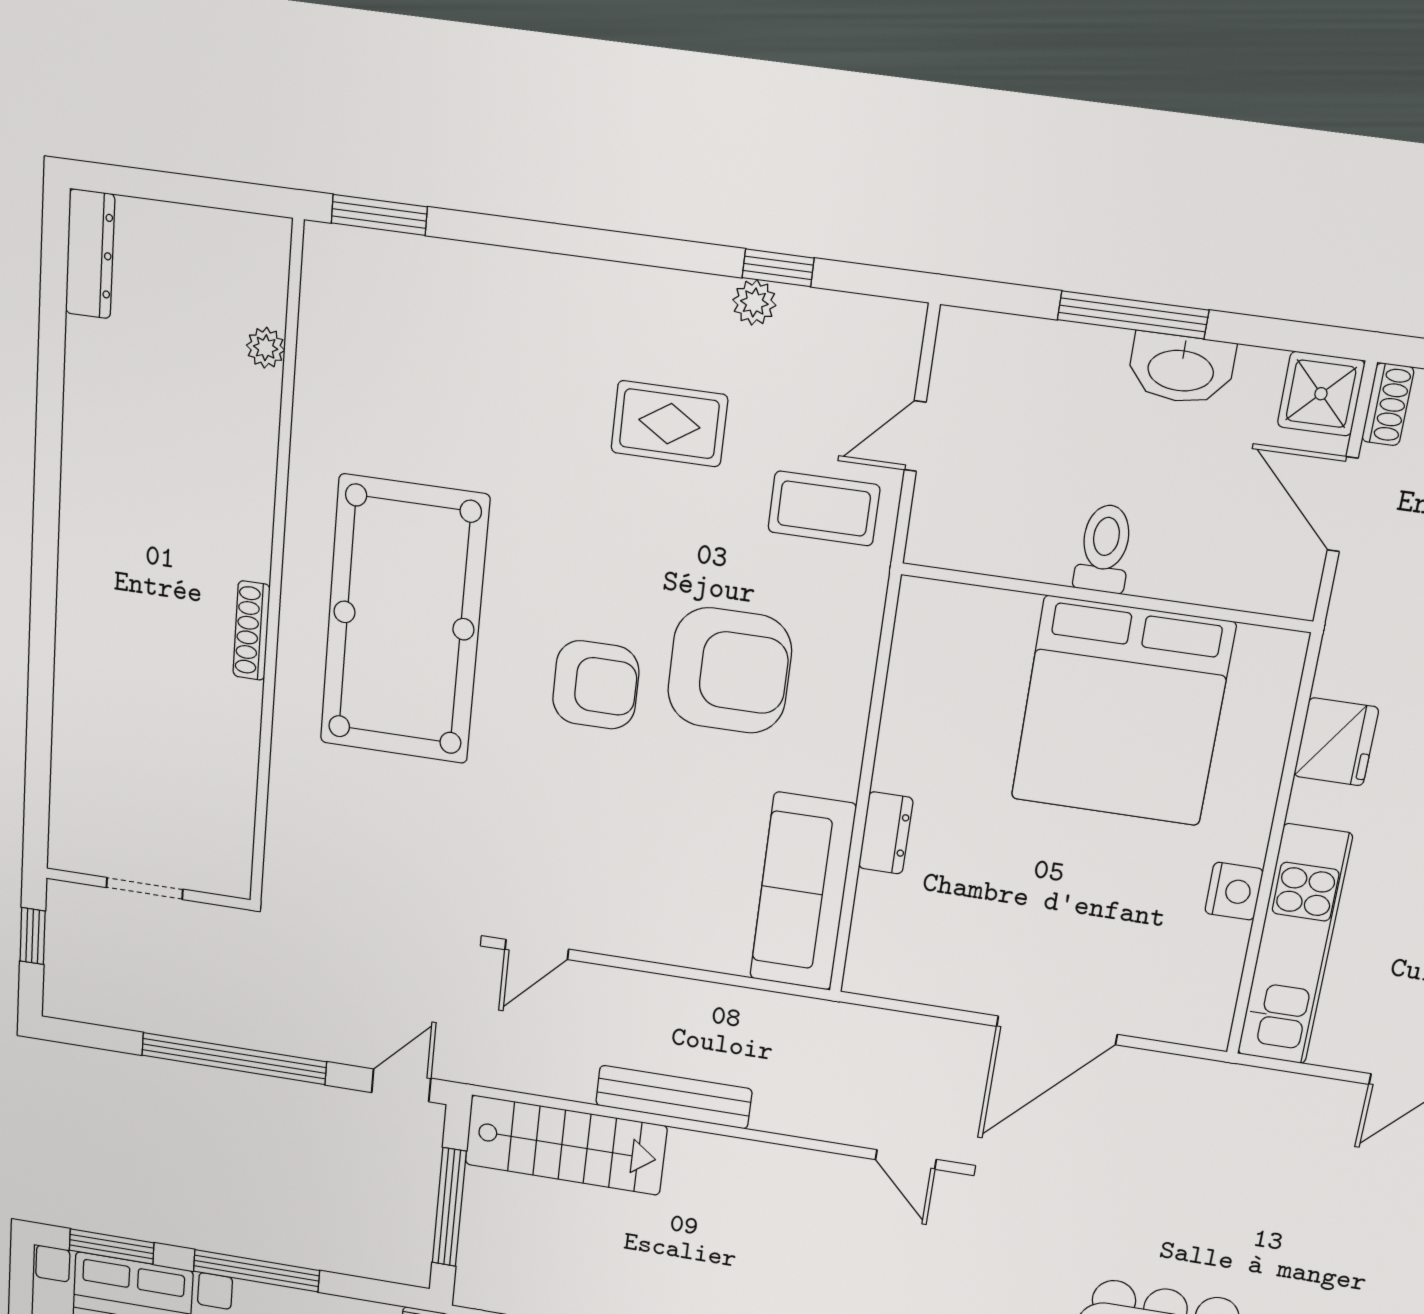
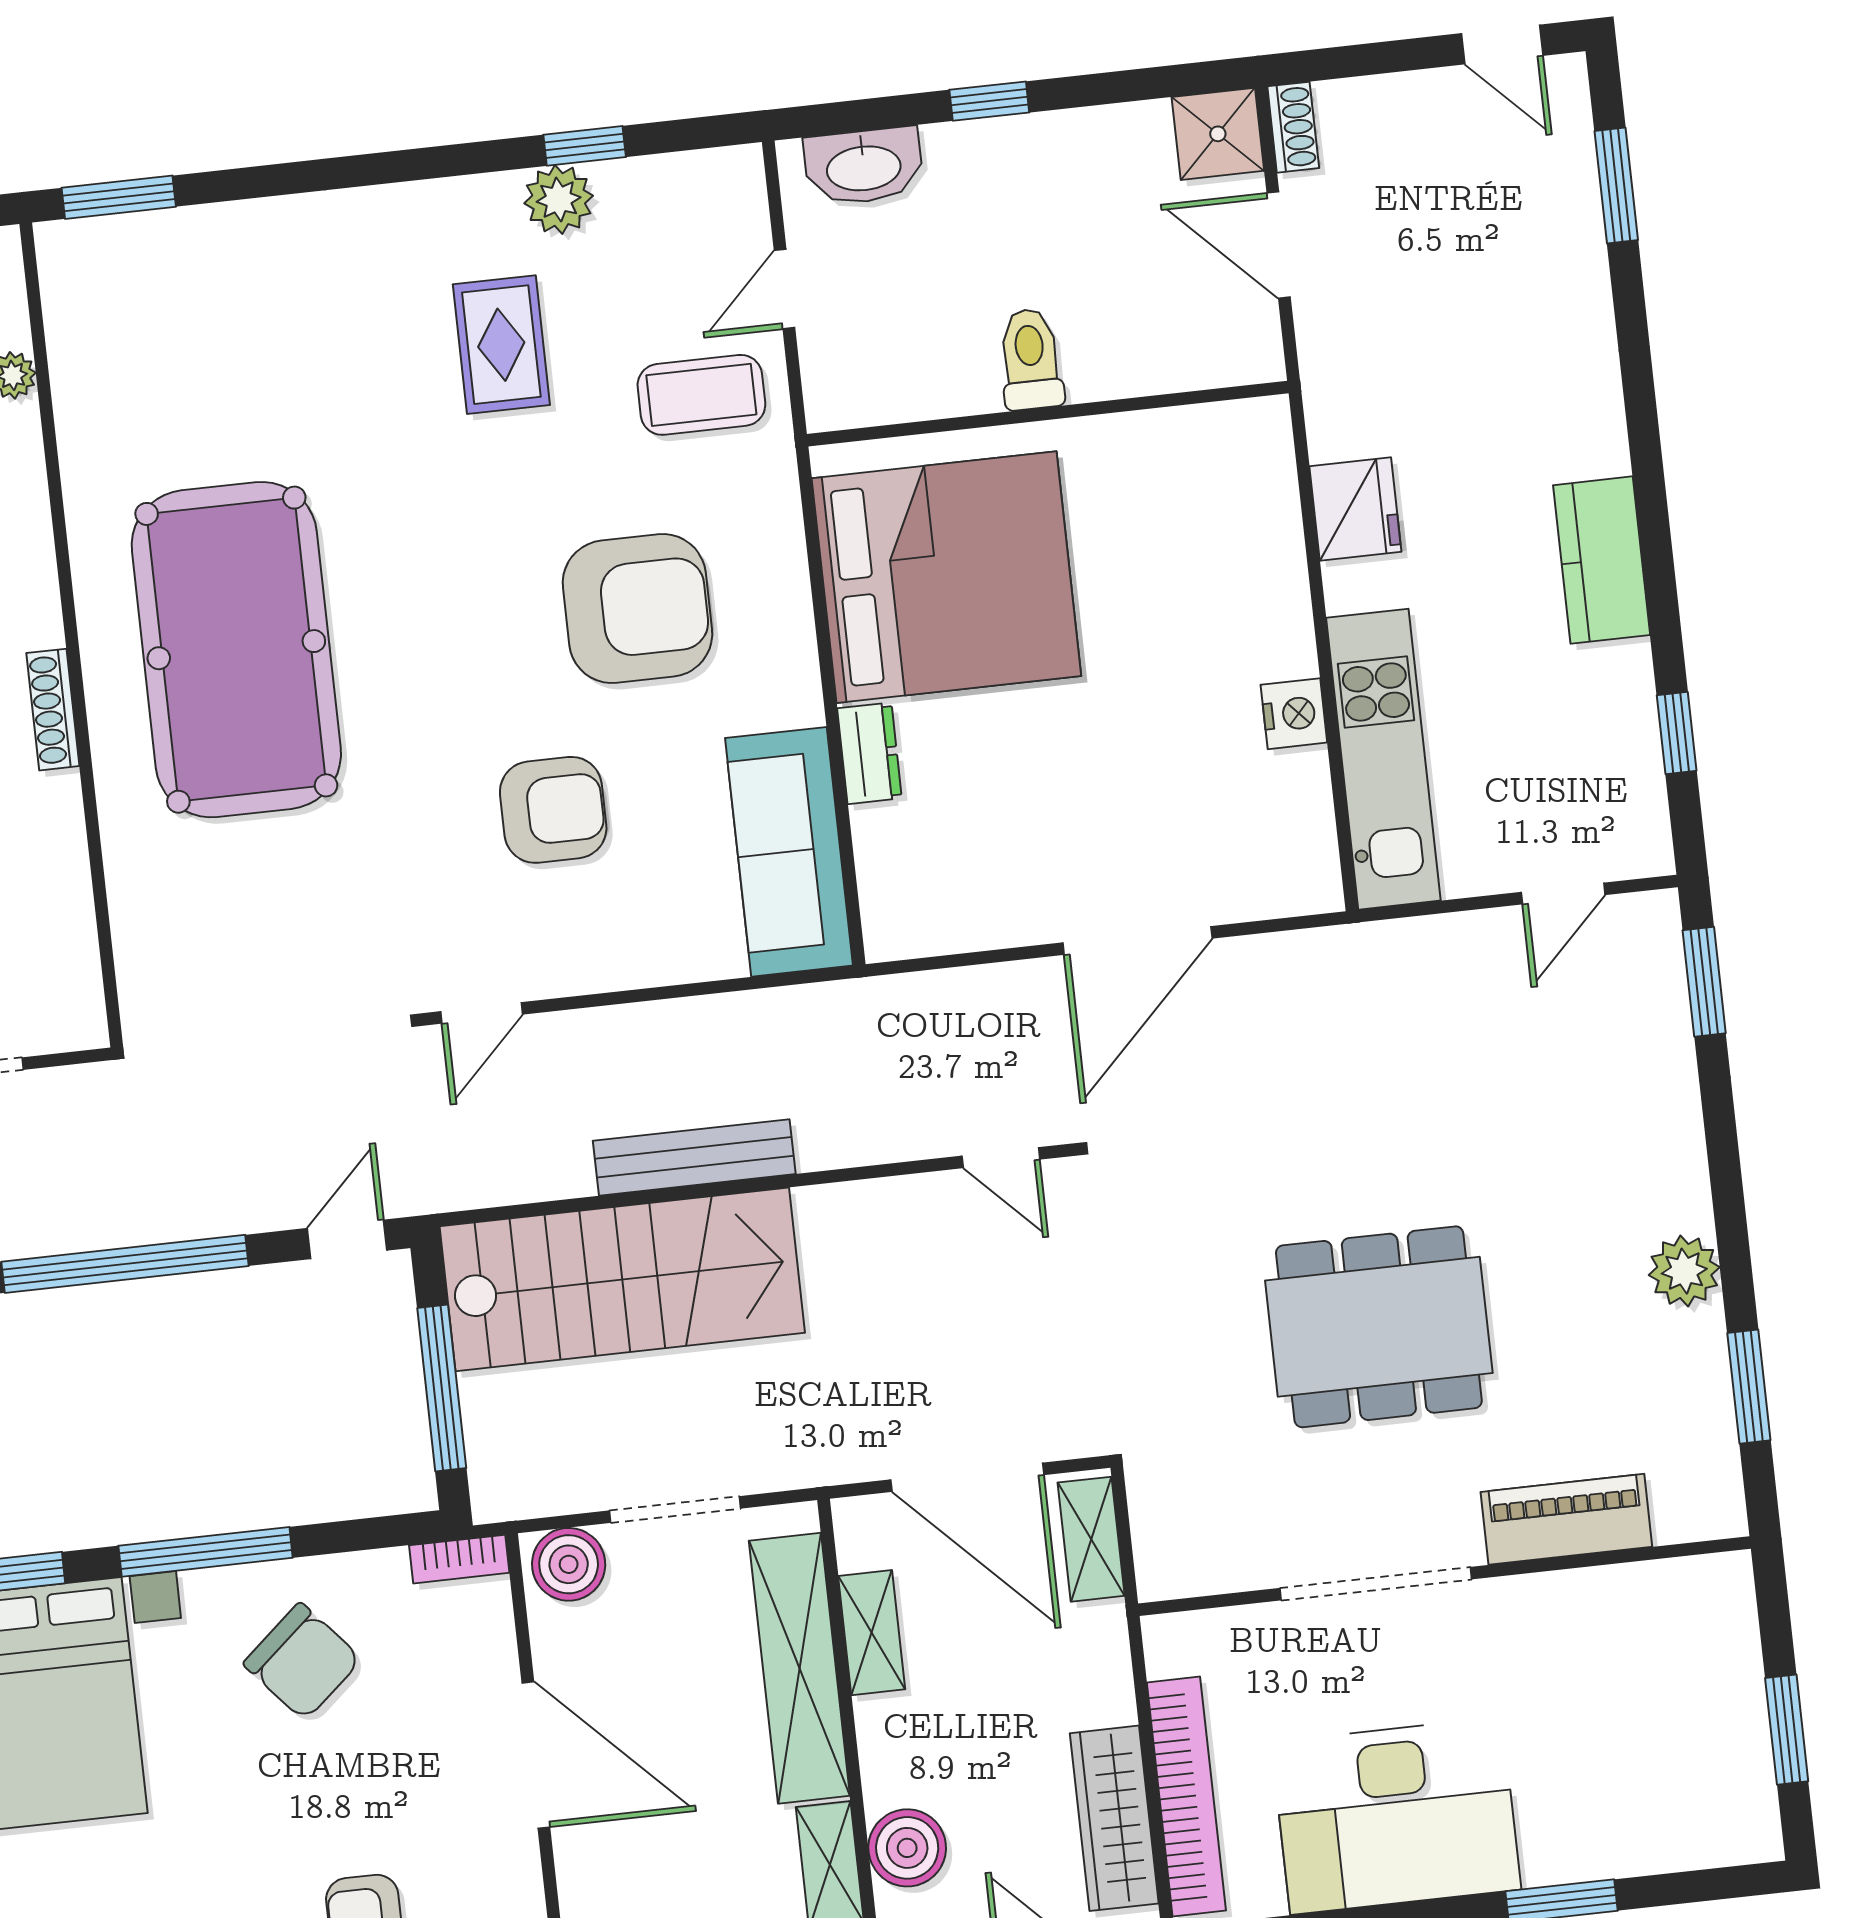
plant: (754, 302) -> (559, 199), width x1.38, depth x1.38
window: (1133, 315) -> (989, 101), width x0.46
washbasin: (1181, 369) -> (864, 166), moved
rug: (669, 424) -> (501, 345), turned 90
armchair: (596, 685) -> (553, 810), moved
bed: (1122, 711) -> (946, 577), moved, turned -90
stairs: (566, 1145) -> (622, 1279), width x1.36, depth x1.51

